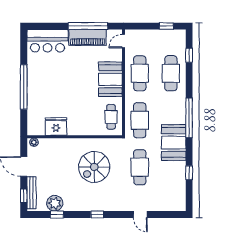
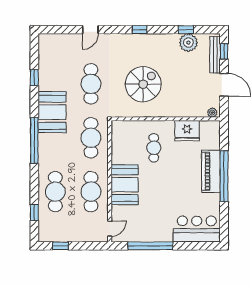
piano: (87, 37) -> (211, 171), moved, turned -90
cafe table: (111, 117) -> (154, 148), moved
door: (140, 214) -> (90, 30), swing flipped

